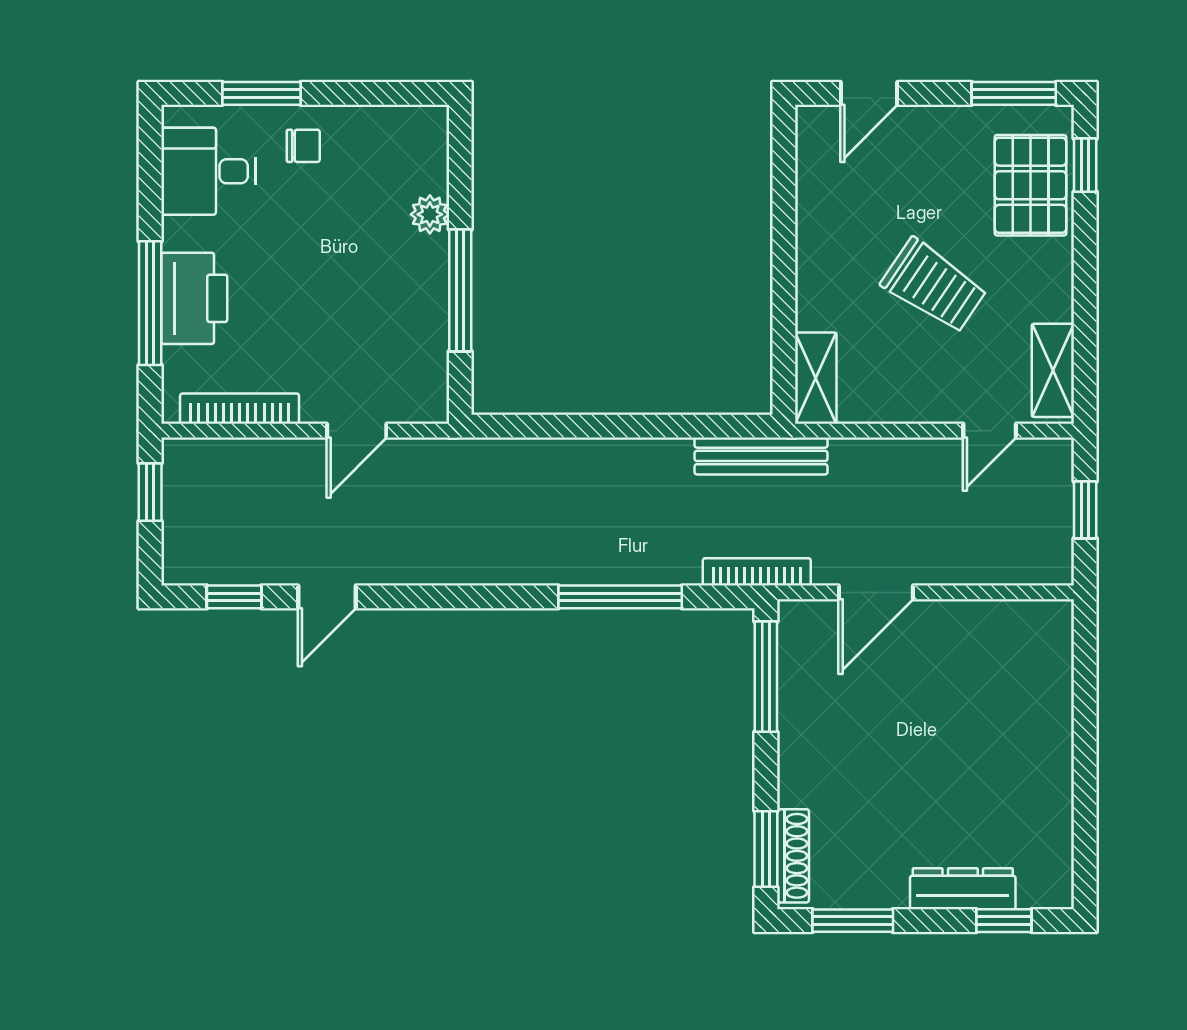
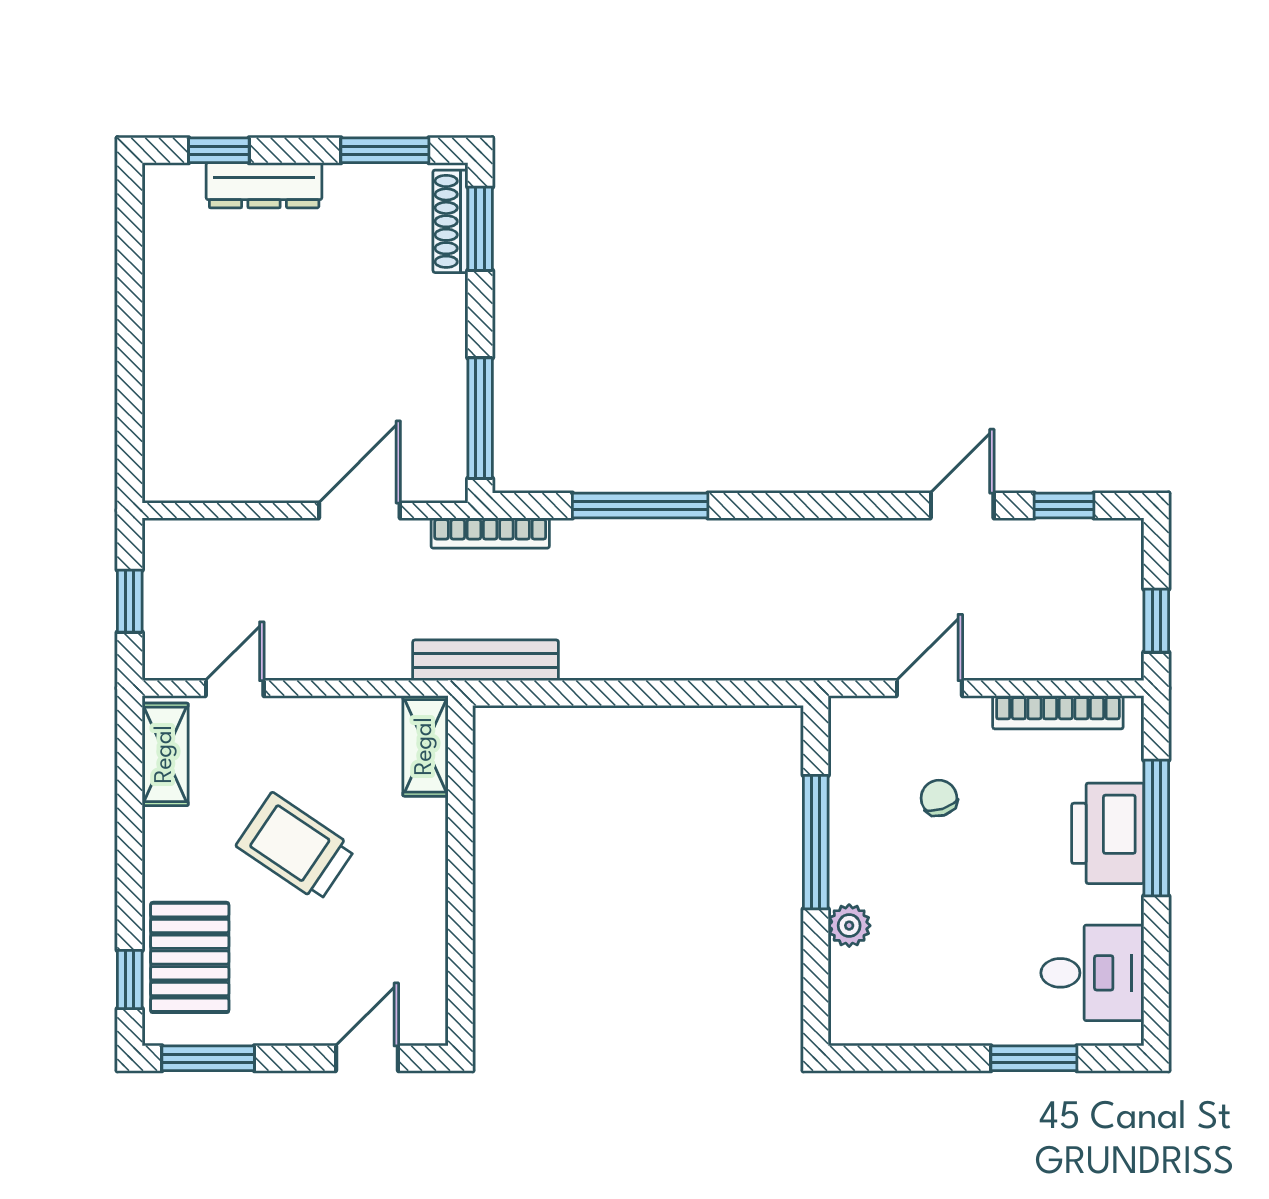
chair: (303, 146) -> (939, 798), moved, turned 72

